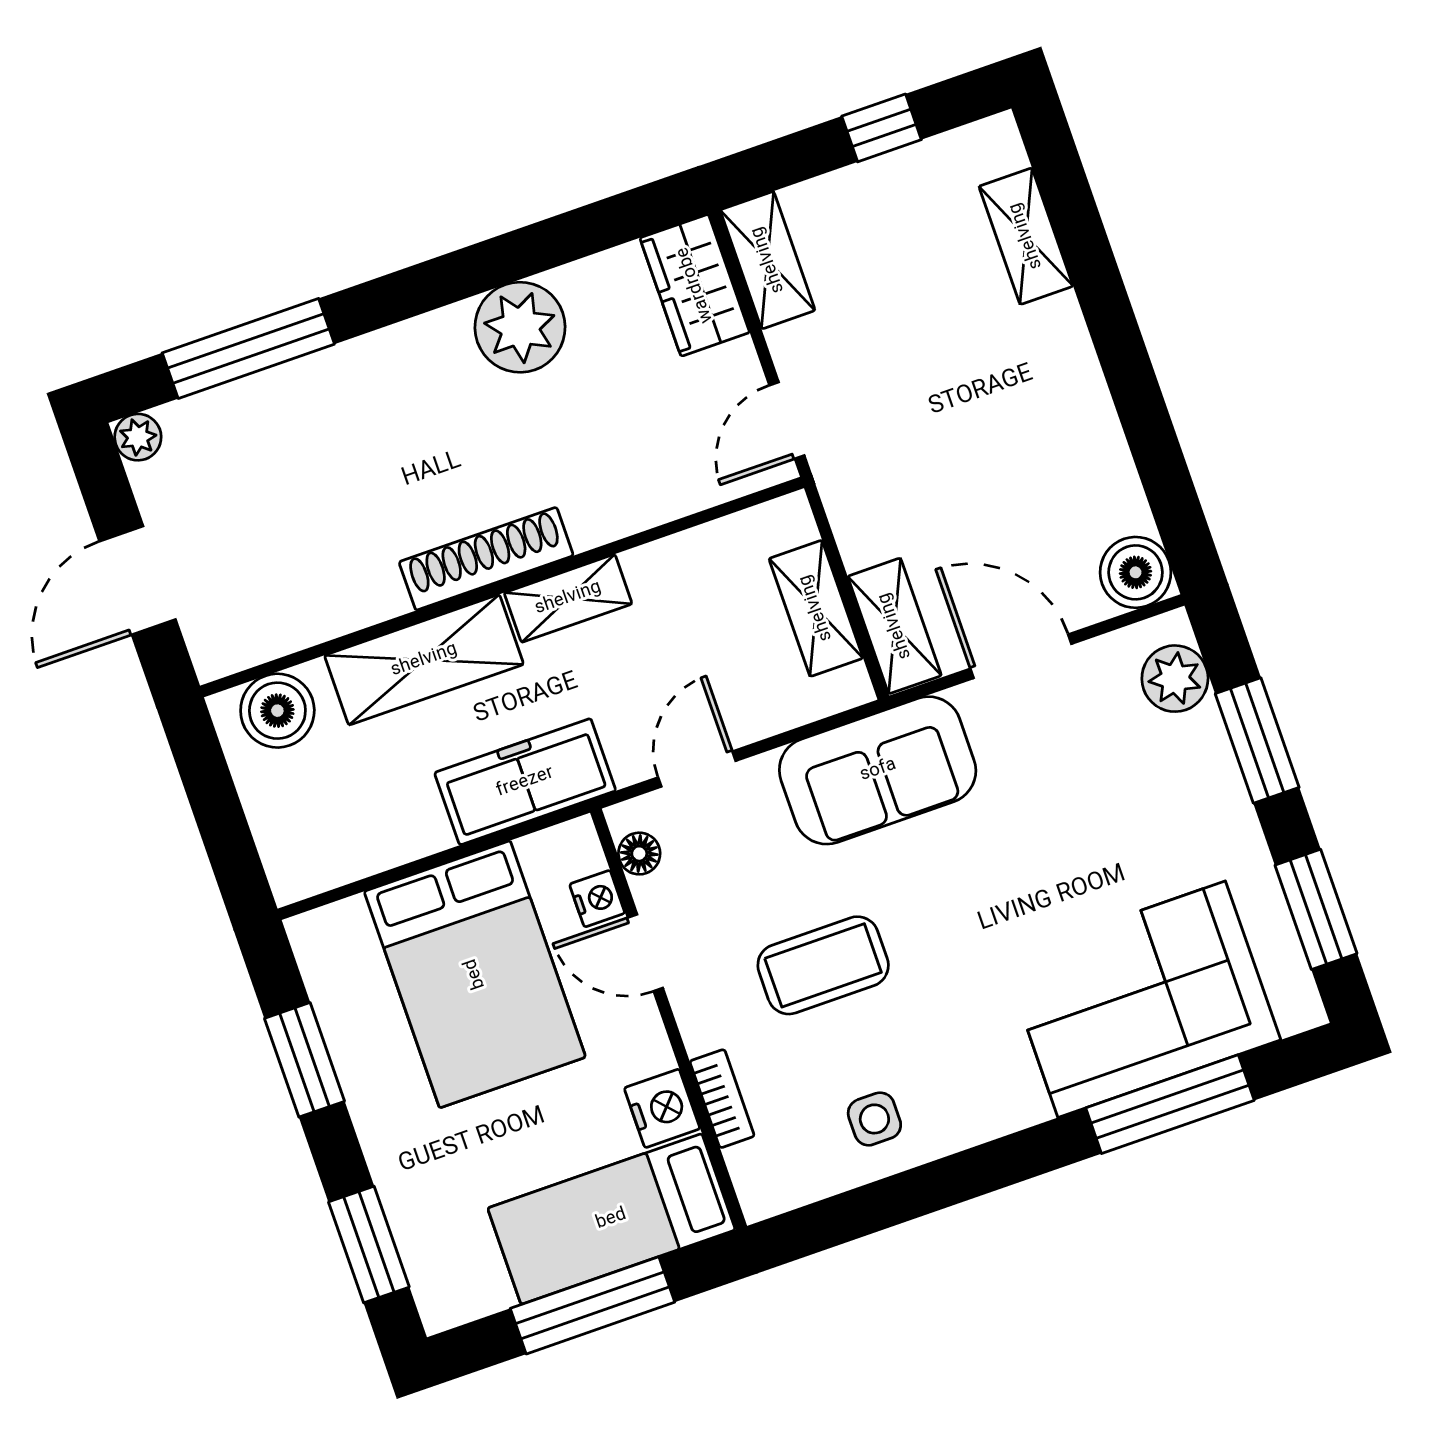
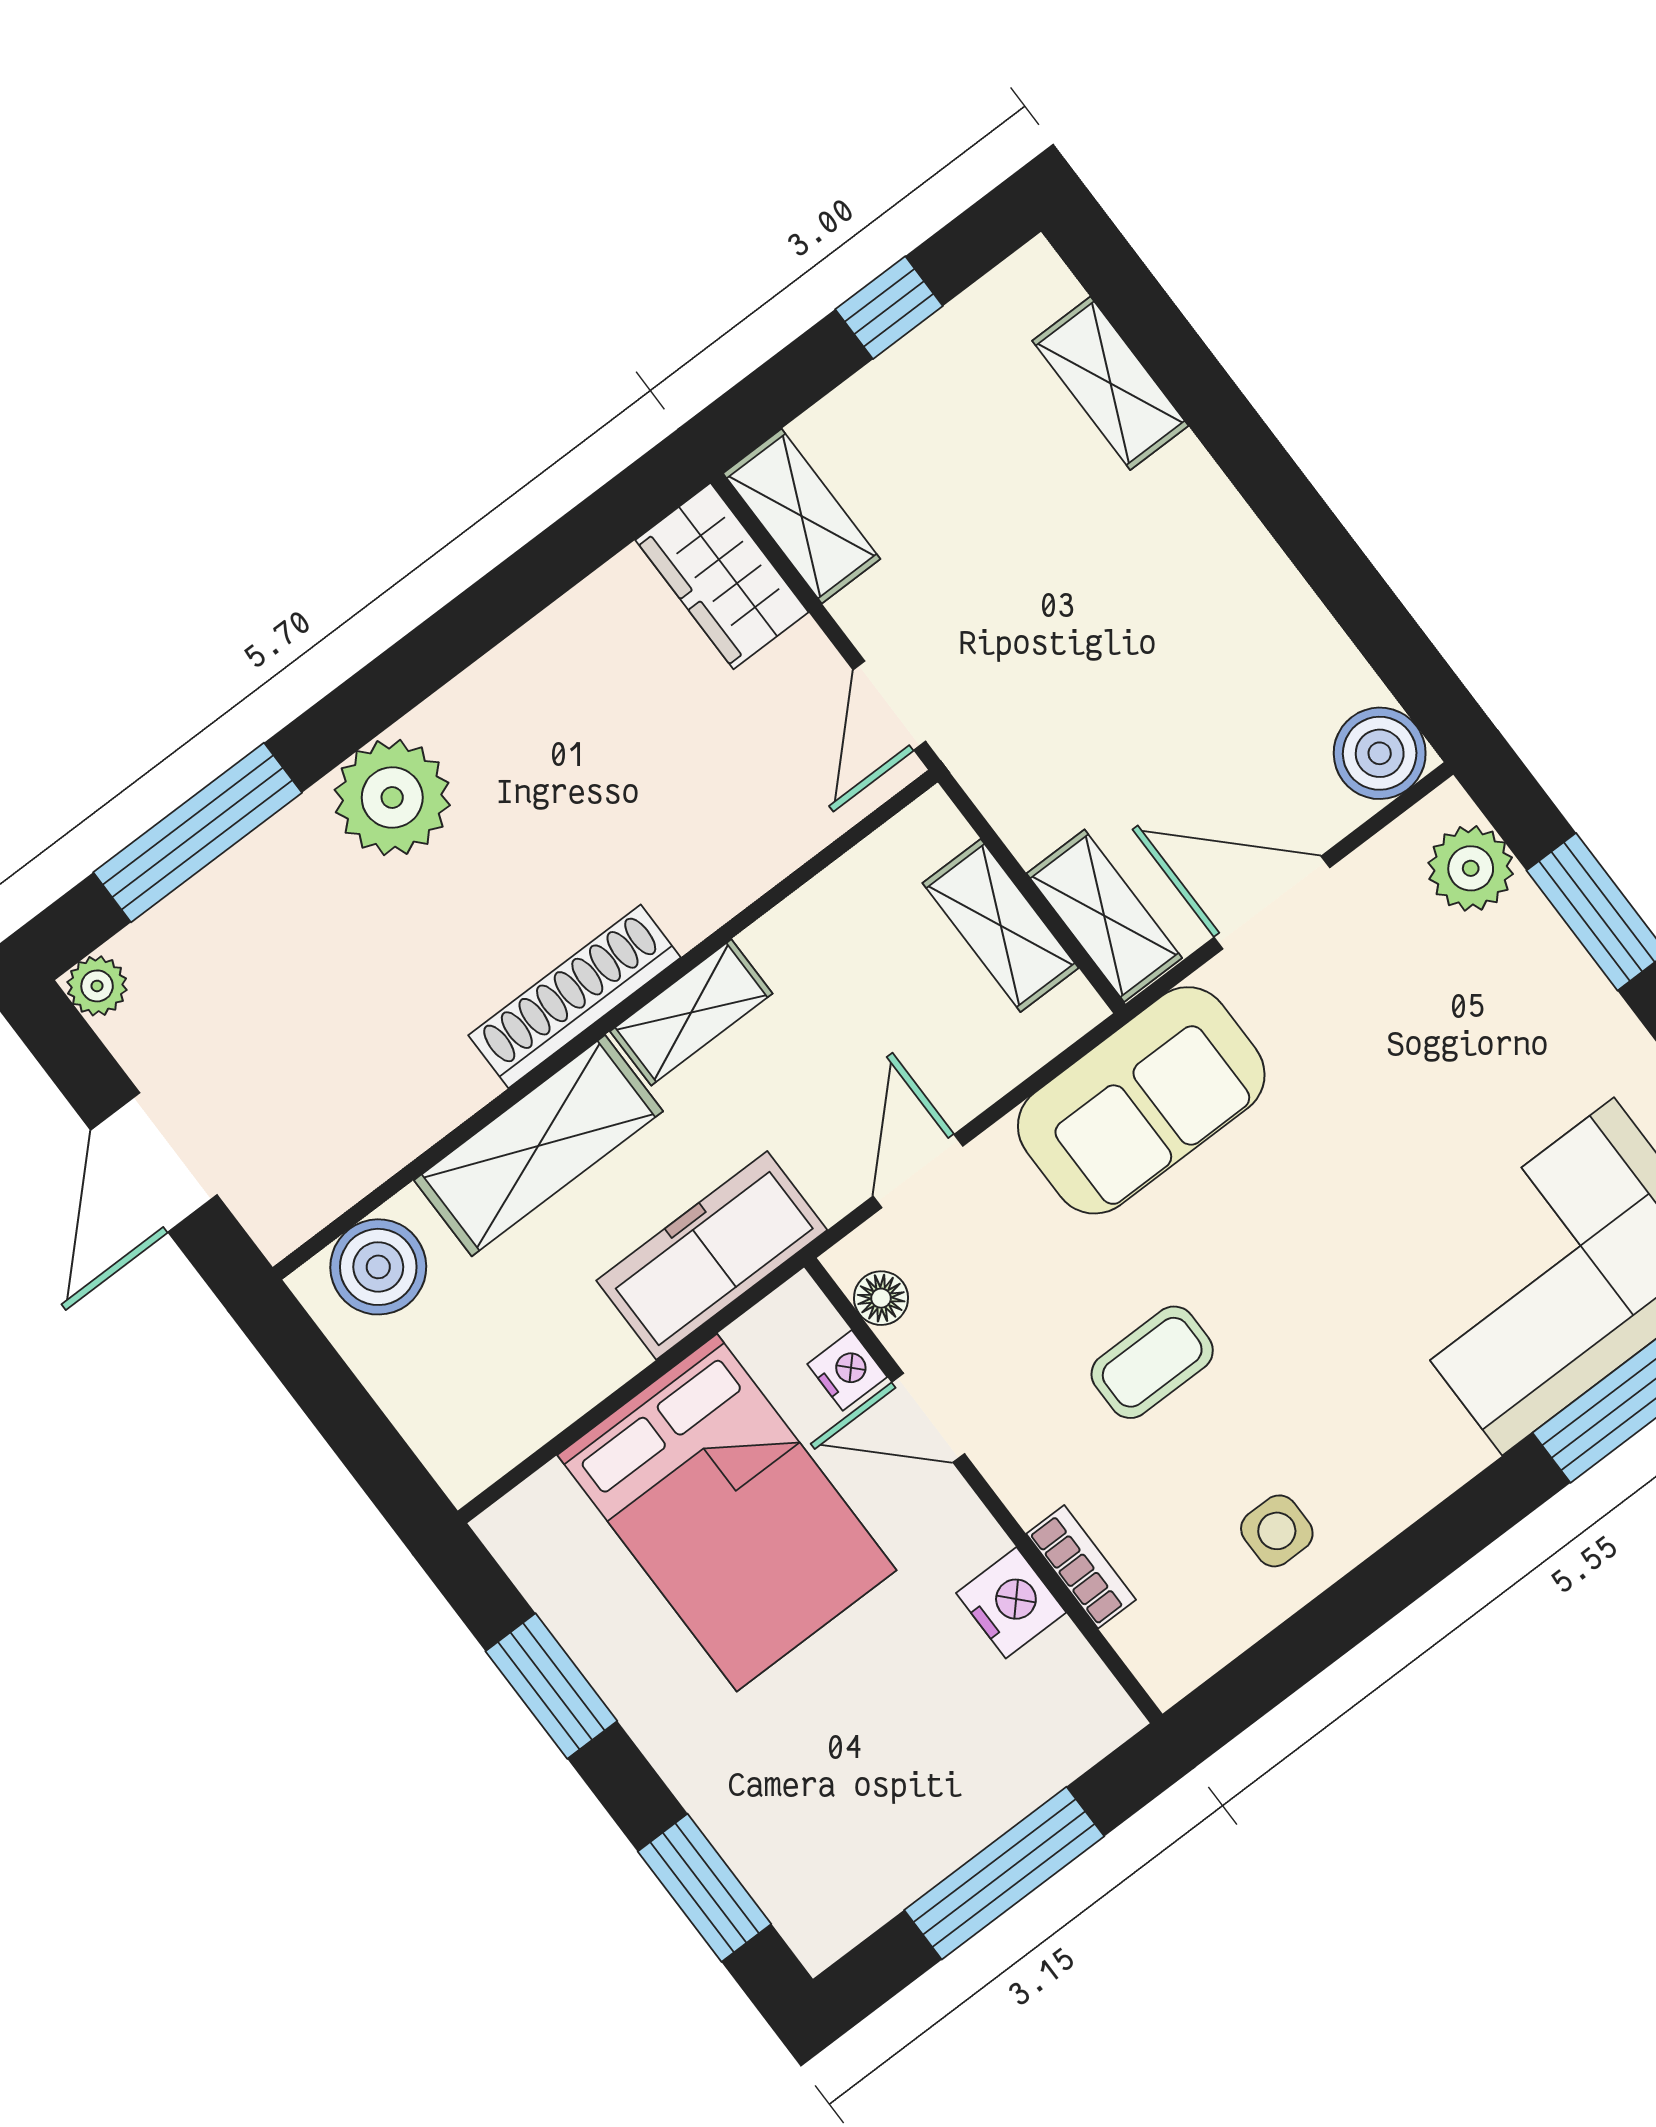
plant: (520, 327) -> (392, 798), moved
coffee table: (823, 965) -> (1152, 1362), width x0.73, depth x0.77
bed: (611, 1219) -> (993, 1759), removed

